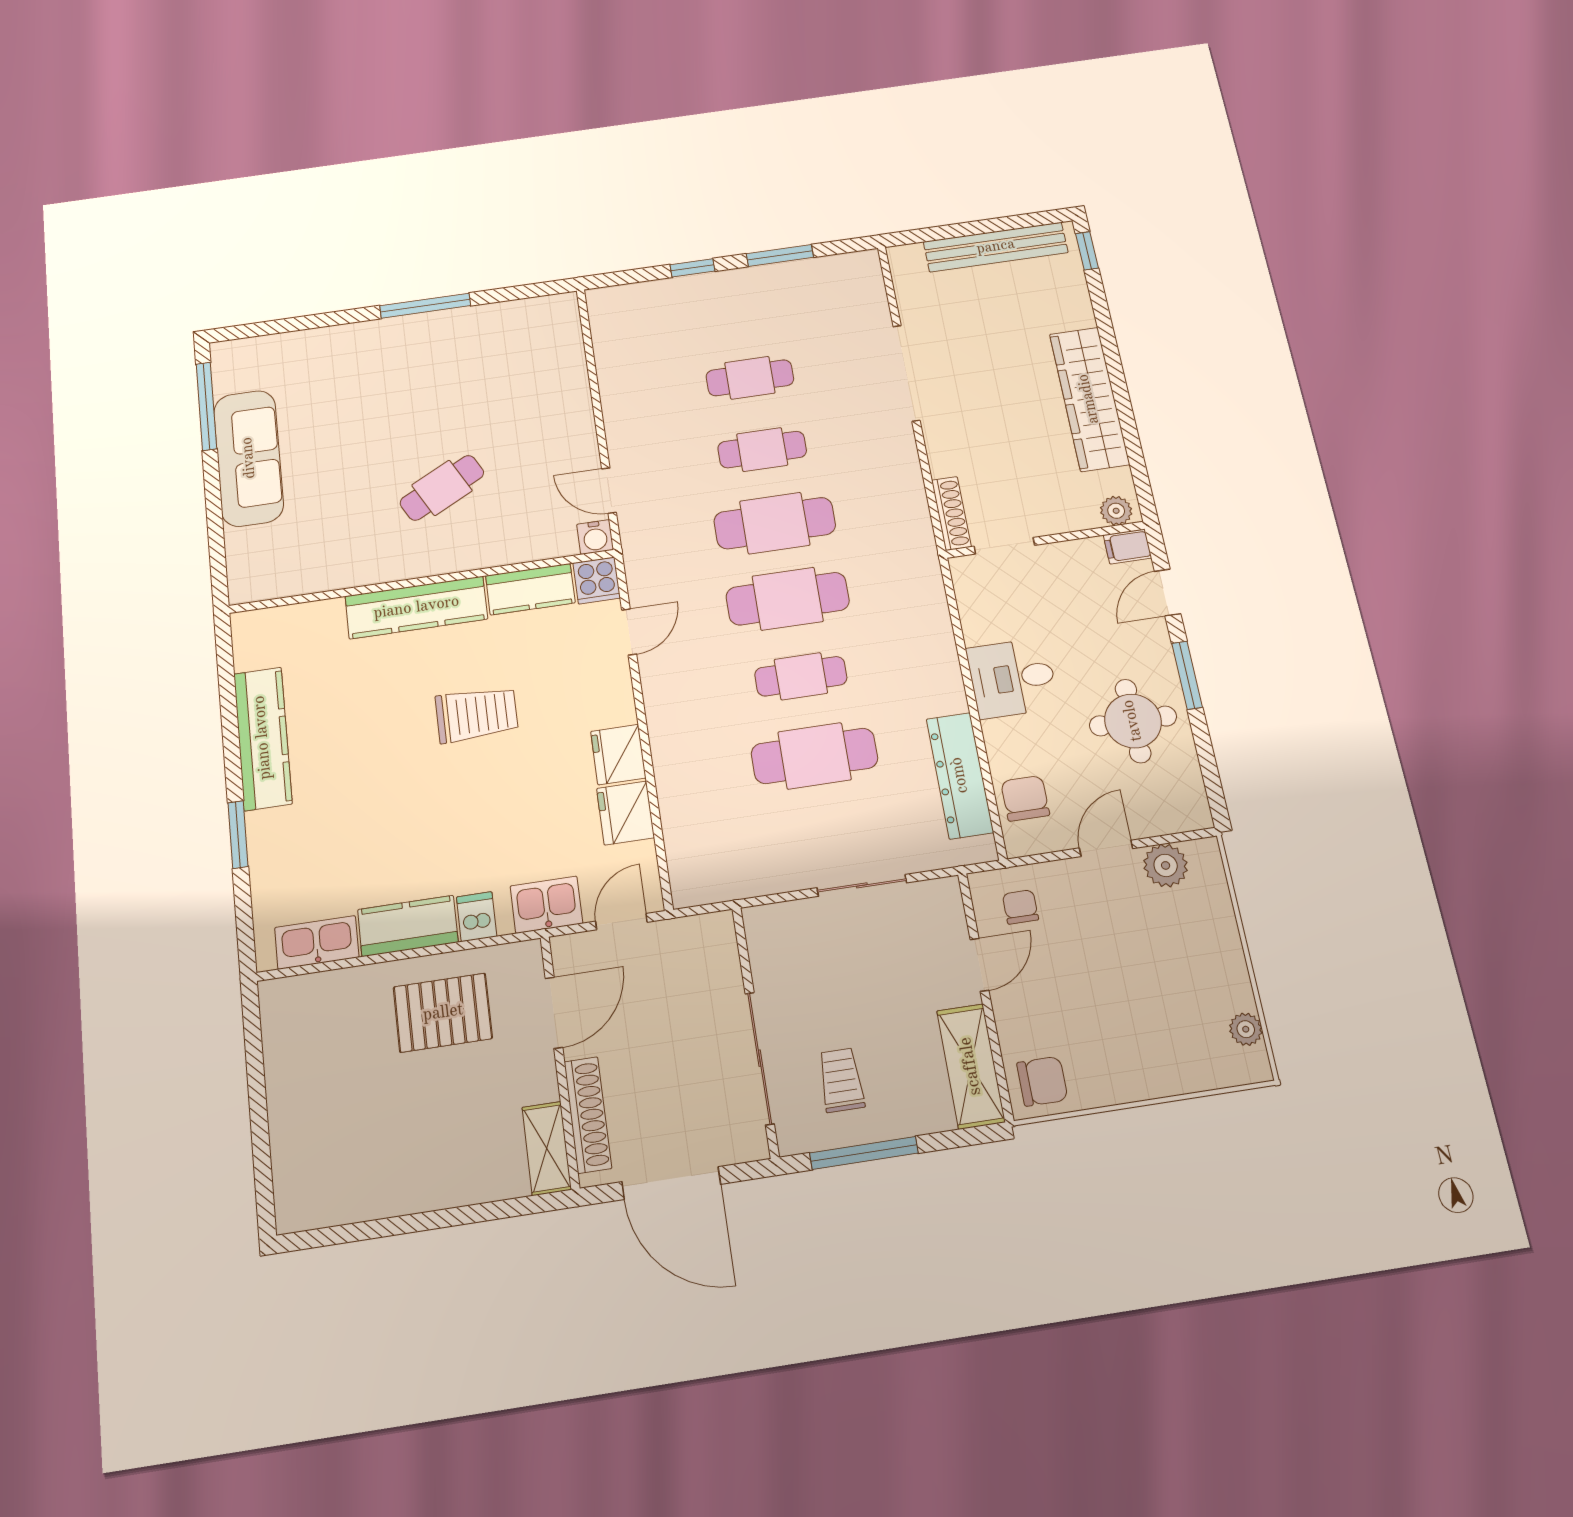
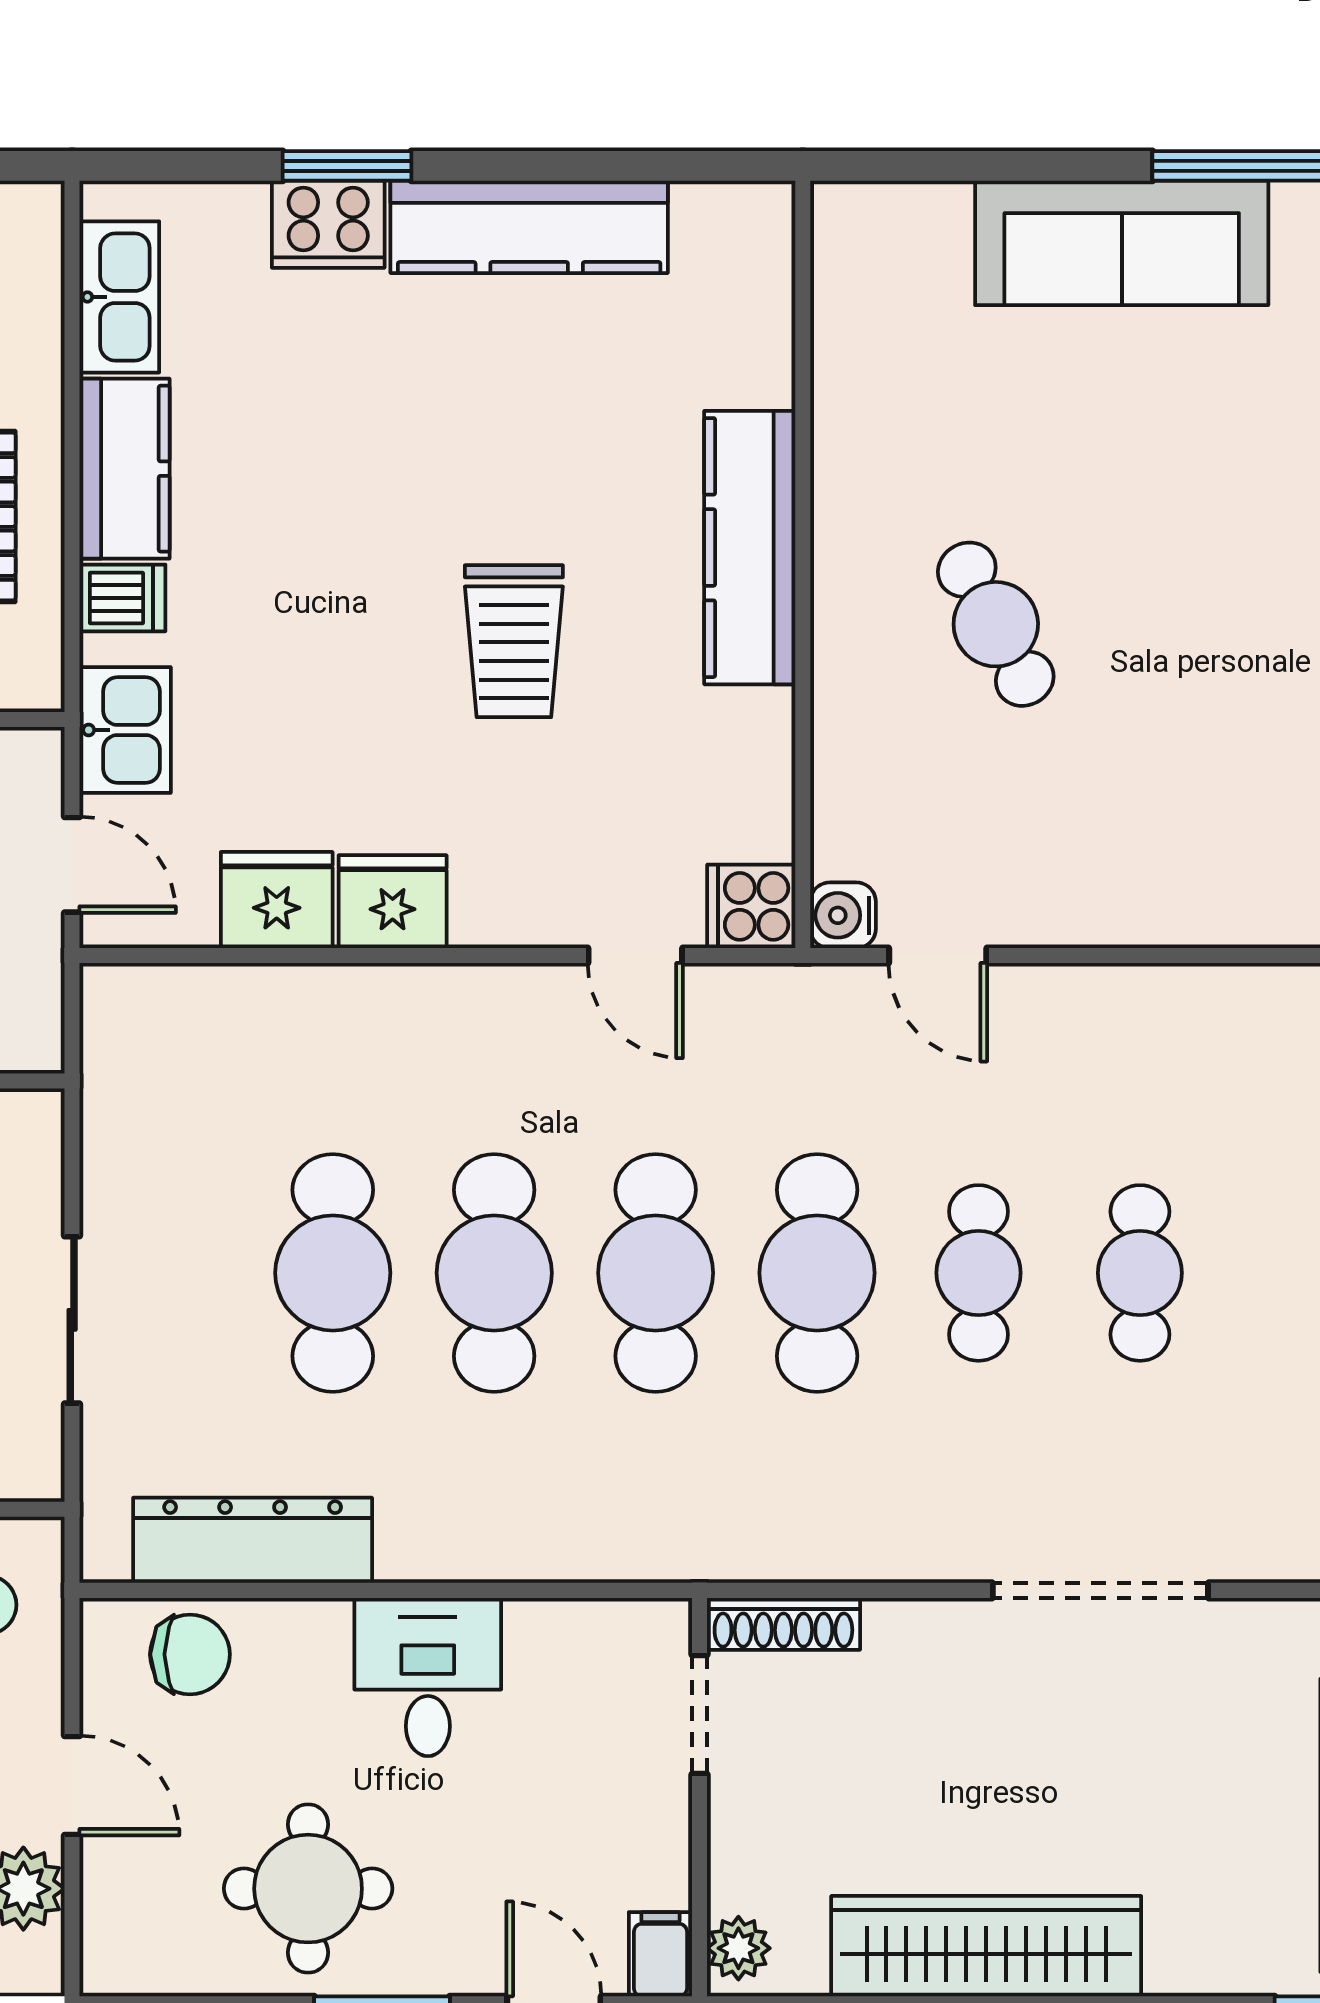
door: (609, 491) -> (938, 956), swing flipped
kitchen counter: (530, 589) -> (753, 774), removed
cafe table: (801, 676) -> (494, 1273), width x1.37, depth x1.35
cooker: (269, 840) -> (328, 224), added

